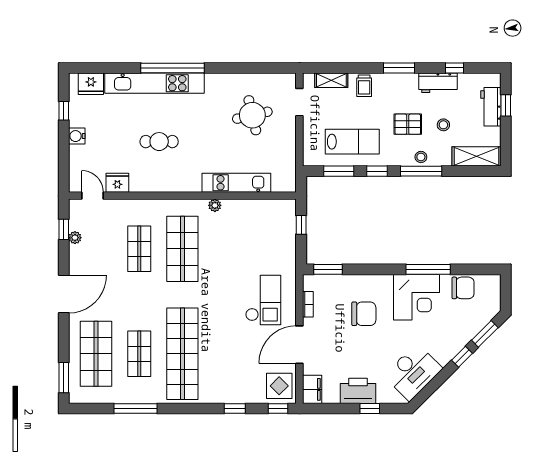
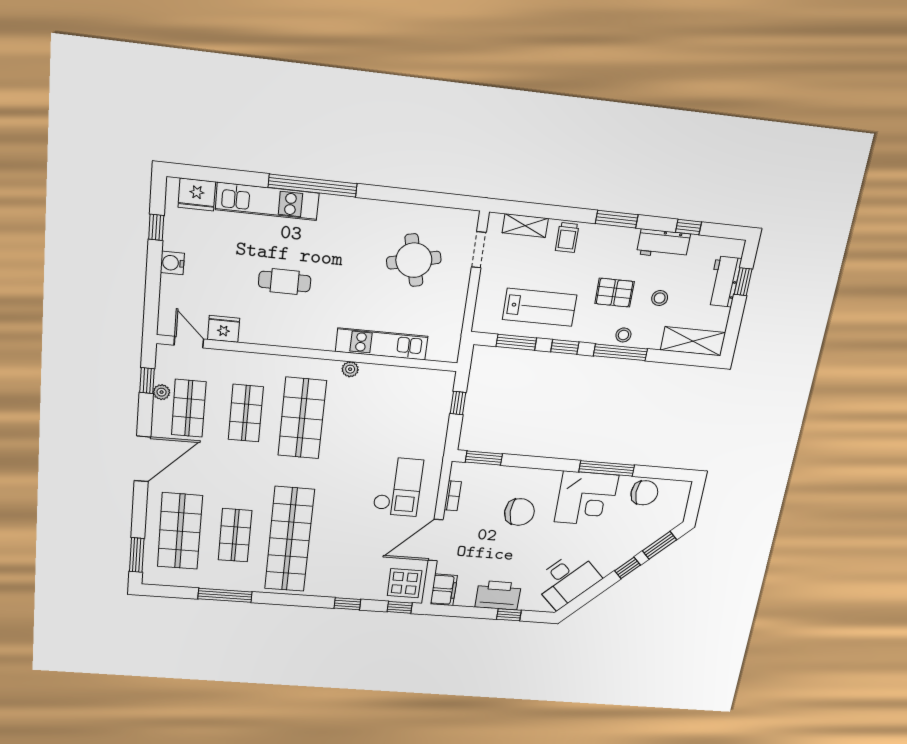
kitchen unit: (154, 83) -> (267, 201), width x0.73
shop shelf: (96, 249) -> (189, 408), added

